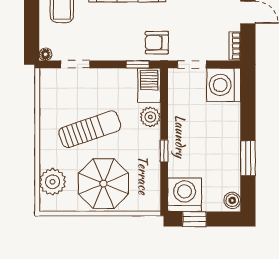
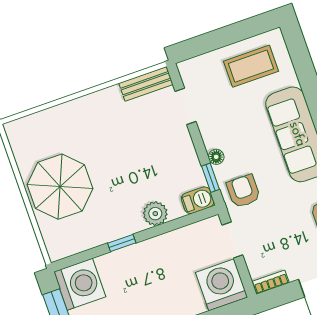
floor lamp: (45, 54) -> (216, 157), moved
barbecue: (149, 85) -> (198, 200), width x0.73, depth x0.79
bench: (47, 89) -> (146, 84), added
sun lounger: (90, 129) -> (117, 149), removed
plant: (53, 182) -> (42, 127), removed

